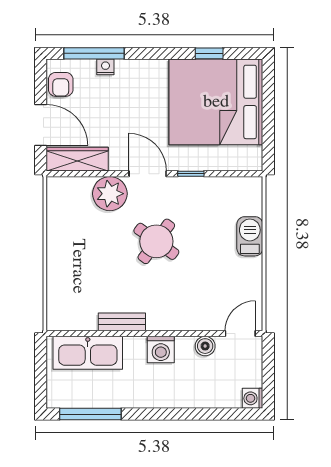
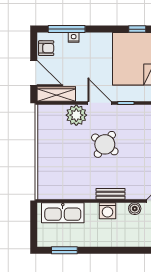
armchair: (61, 84) -> (46, 48), turned -90
bench: (122, 322) -> (111, 194), moved
window: (90, 414) -> (64, 250), width x0.69

